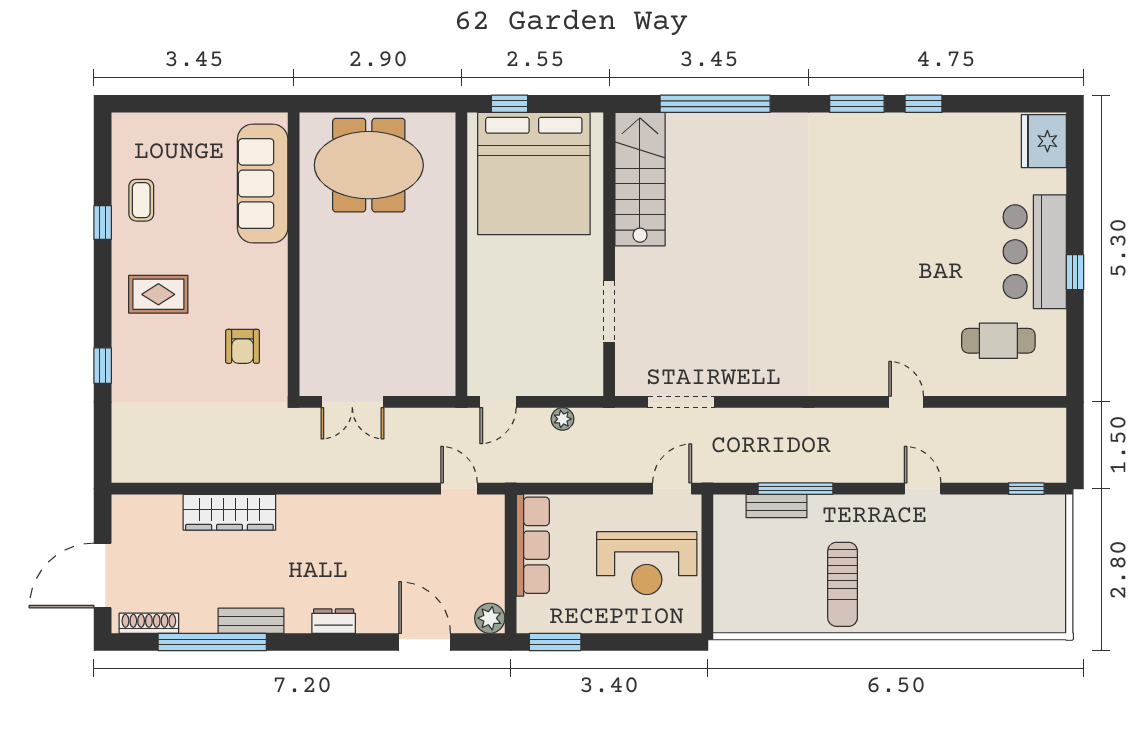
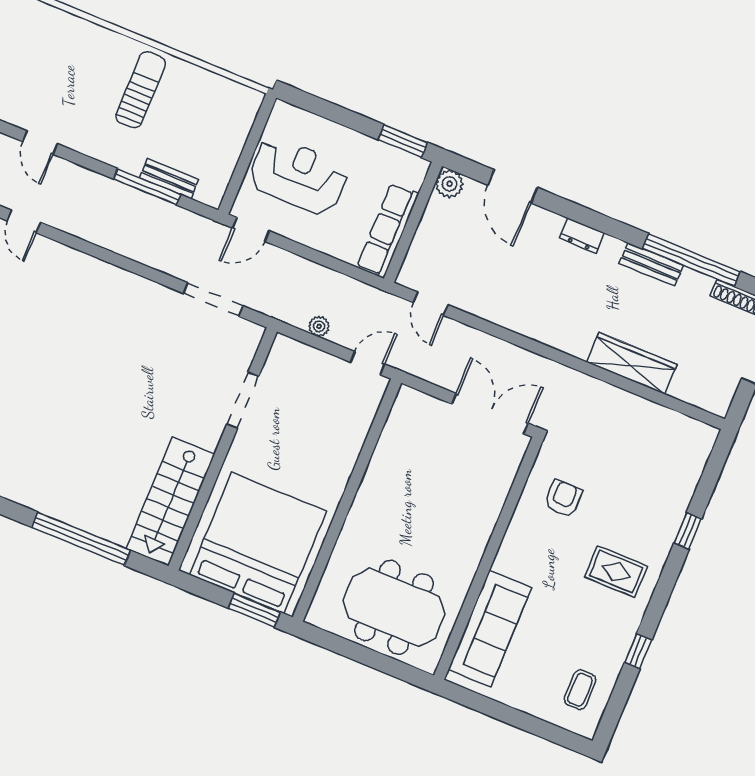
window: (510, 104) -> (254, 610), width x1.50
coffee table: (141, 200) -> (580, 690), moved
double door: (352, 402) -> (490, 414), width x1.37

